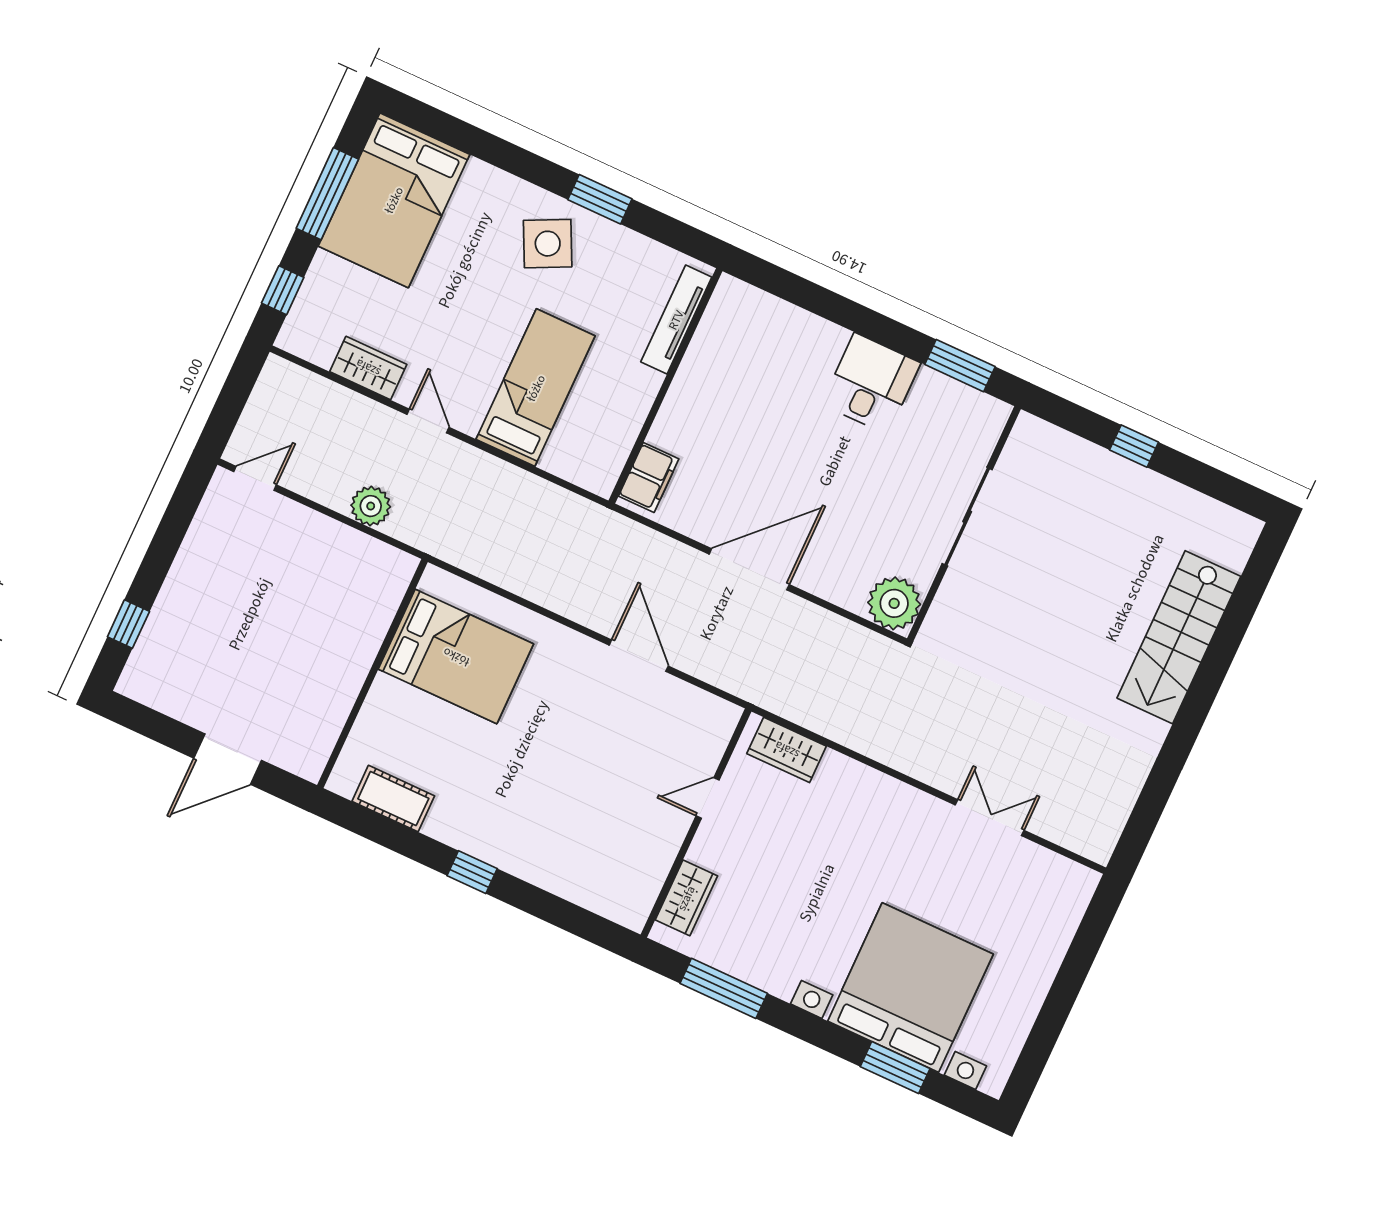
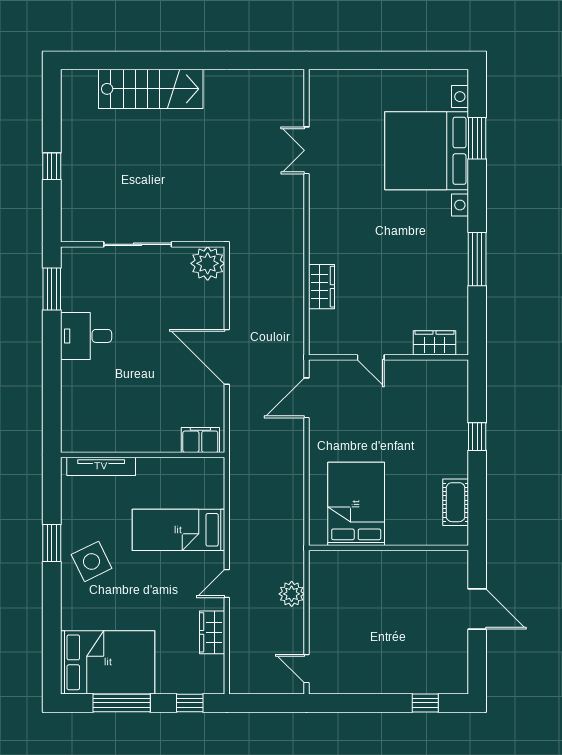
door: (708, 798) -> (371, 357), moved
wall: (696, 823) -> (388, 357), moved
wardrobe: (686, 898) -> (435, 343), moved

